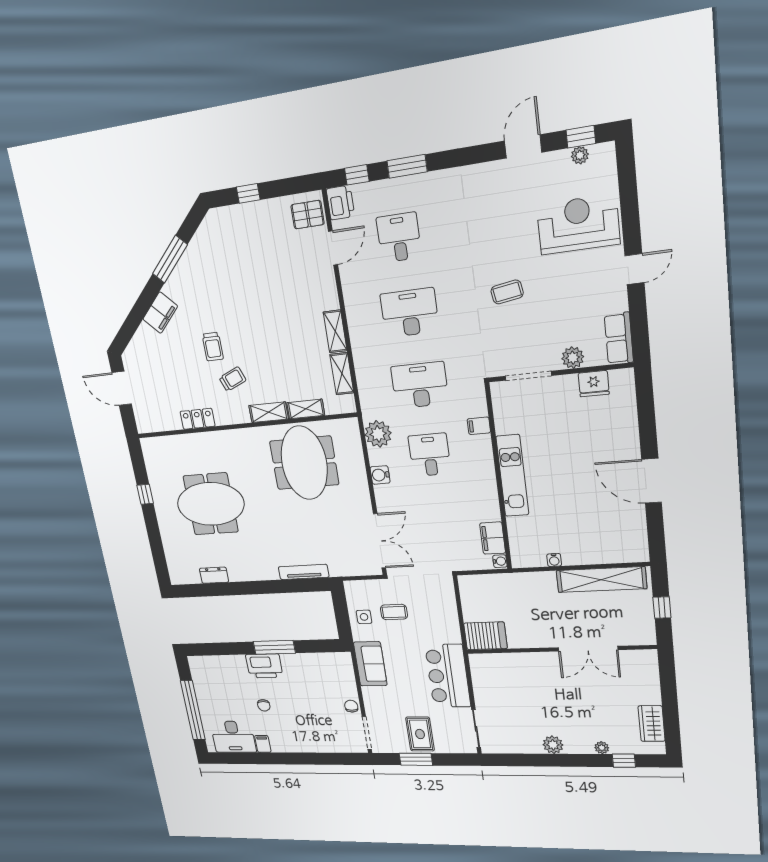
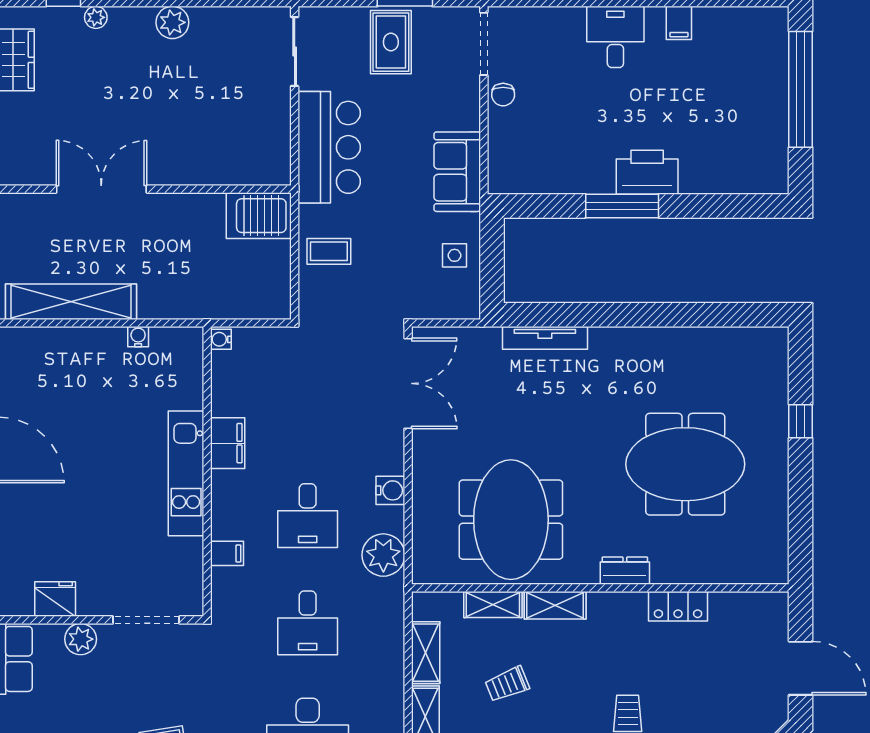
trolley: (233, 379) -> (507, 684), moved
desk: (420, 385) -> (308, 623), width x0.73
window: (145, 494) -> (801, 421), moved
filing cabinet: (493, 538) -> (228, 443), moved
double door: (379, 541) -> (408, 383), swing flipped
dresser: (214, 575) -> (625, 571), moved, turned 180
coffee table: (394, 612) -> (329, 251), moved
chair: (264, 705) -> (662, 98), removed
desk: (233, 737) -> (615, 37), moved, width x0.73

